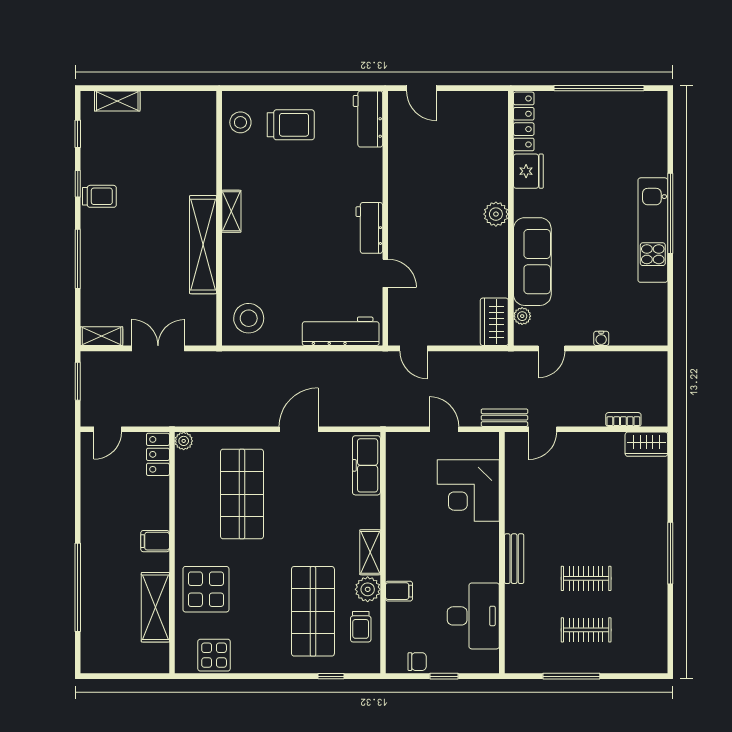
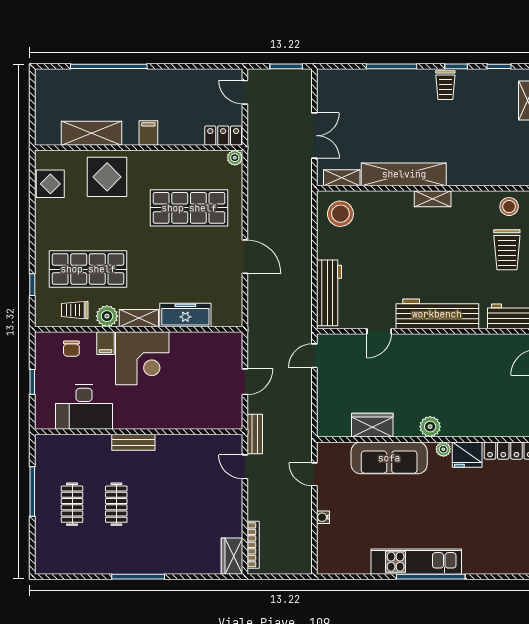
workbench: (369, 228) -> (437, 314), width x1.88, depth x1.32
plant: (522, 316) -> (443, 449), moved
wardrobe: (494, 322) -> (372, 425), moved
shelving: (102, 336) -> (342, 178), moved, turned 90
bookcase: (623, 420) -> (253, 545), width x1.56
freezer: (366, 465) -> (185, 315), moved
corner desk: (468, 491) -> (142, 358), moved, turned 180
chair: (417, 662) -> (71, 349), moved

